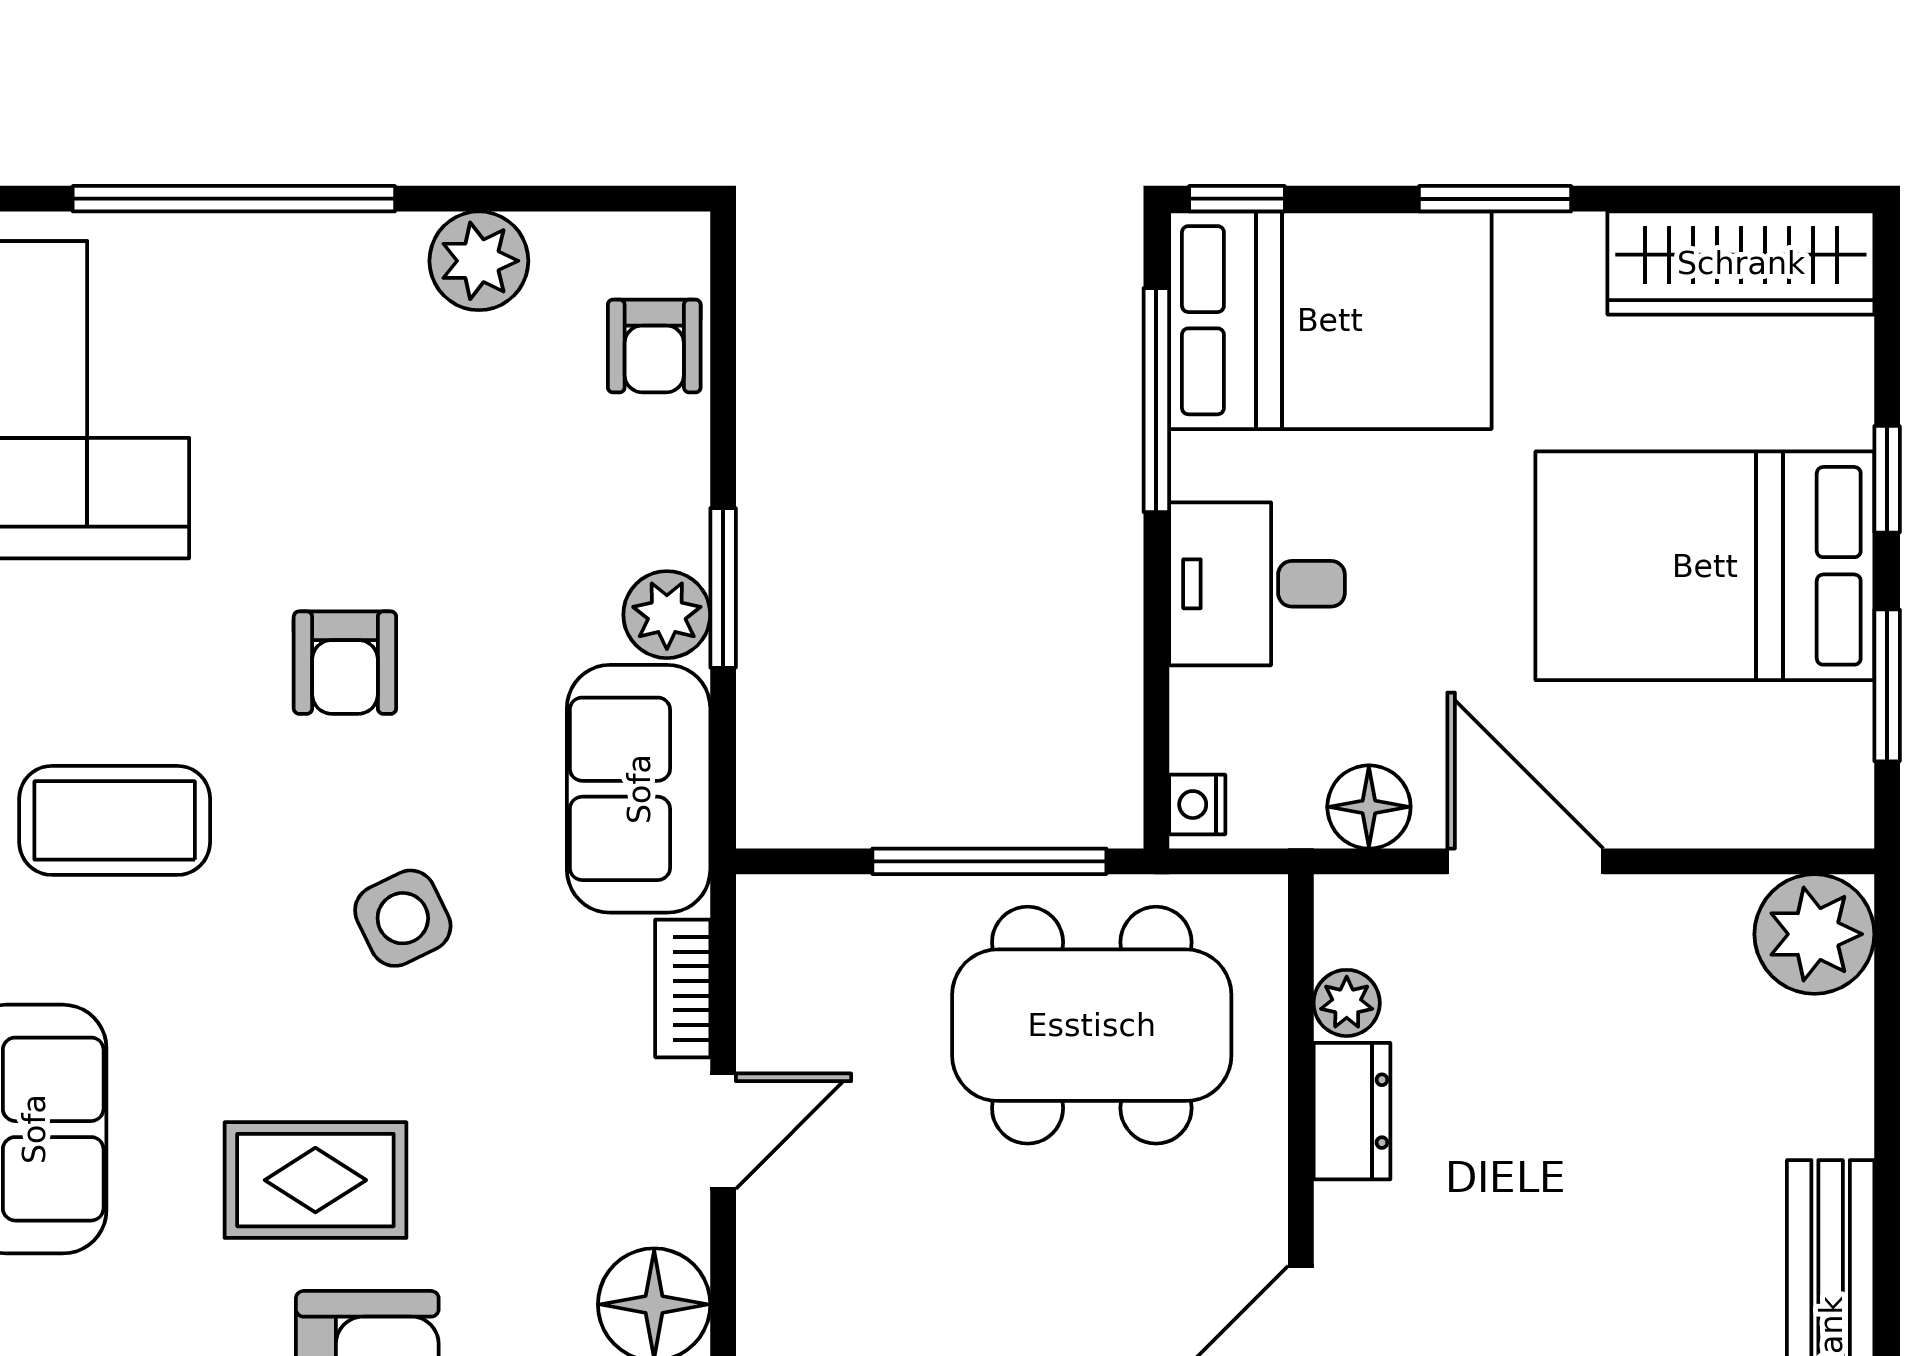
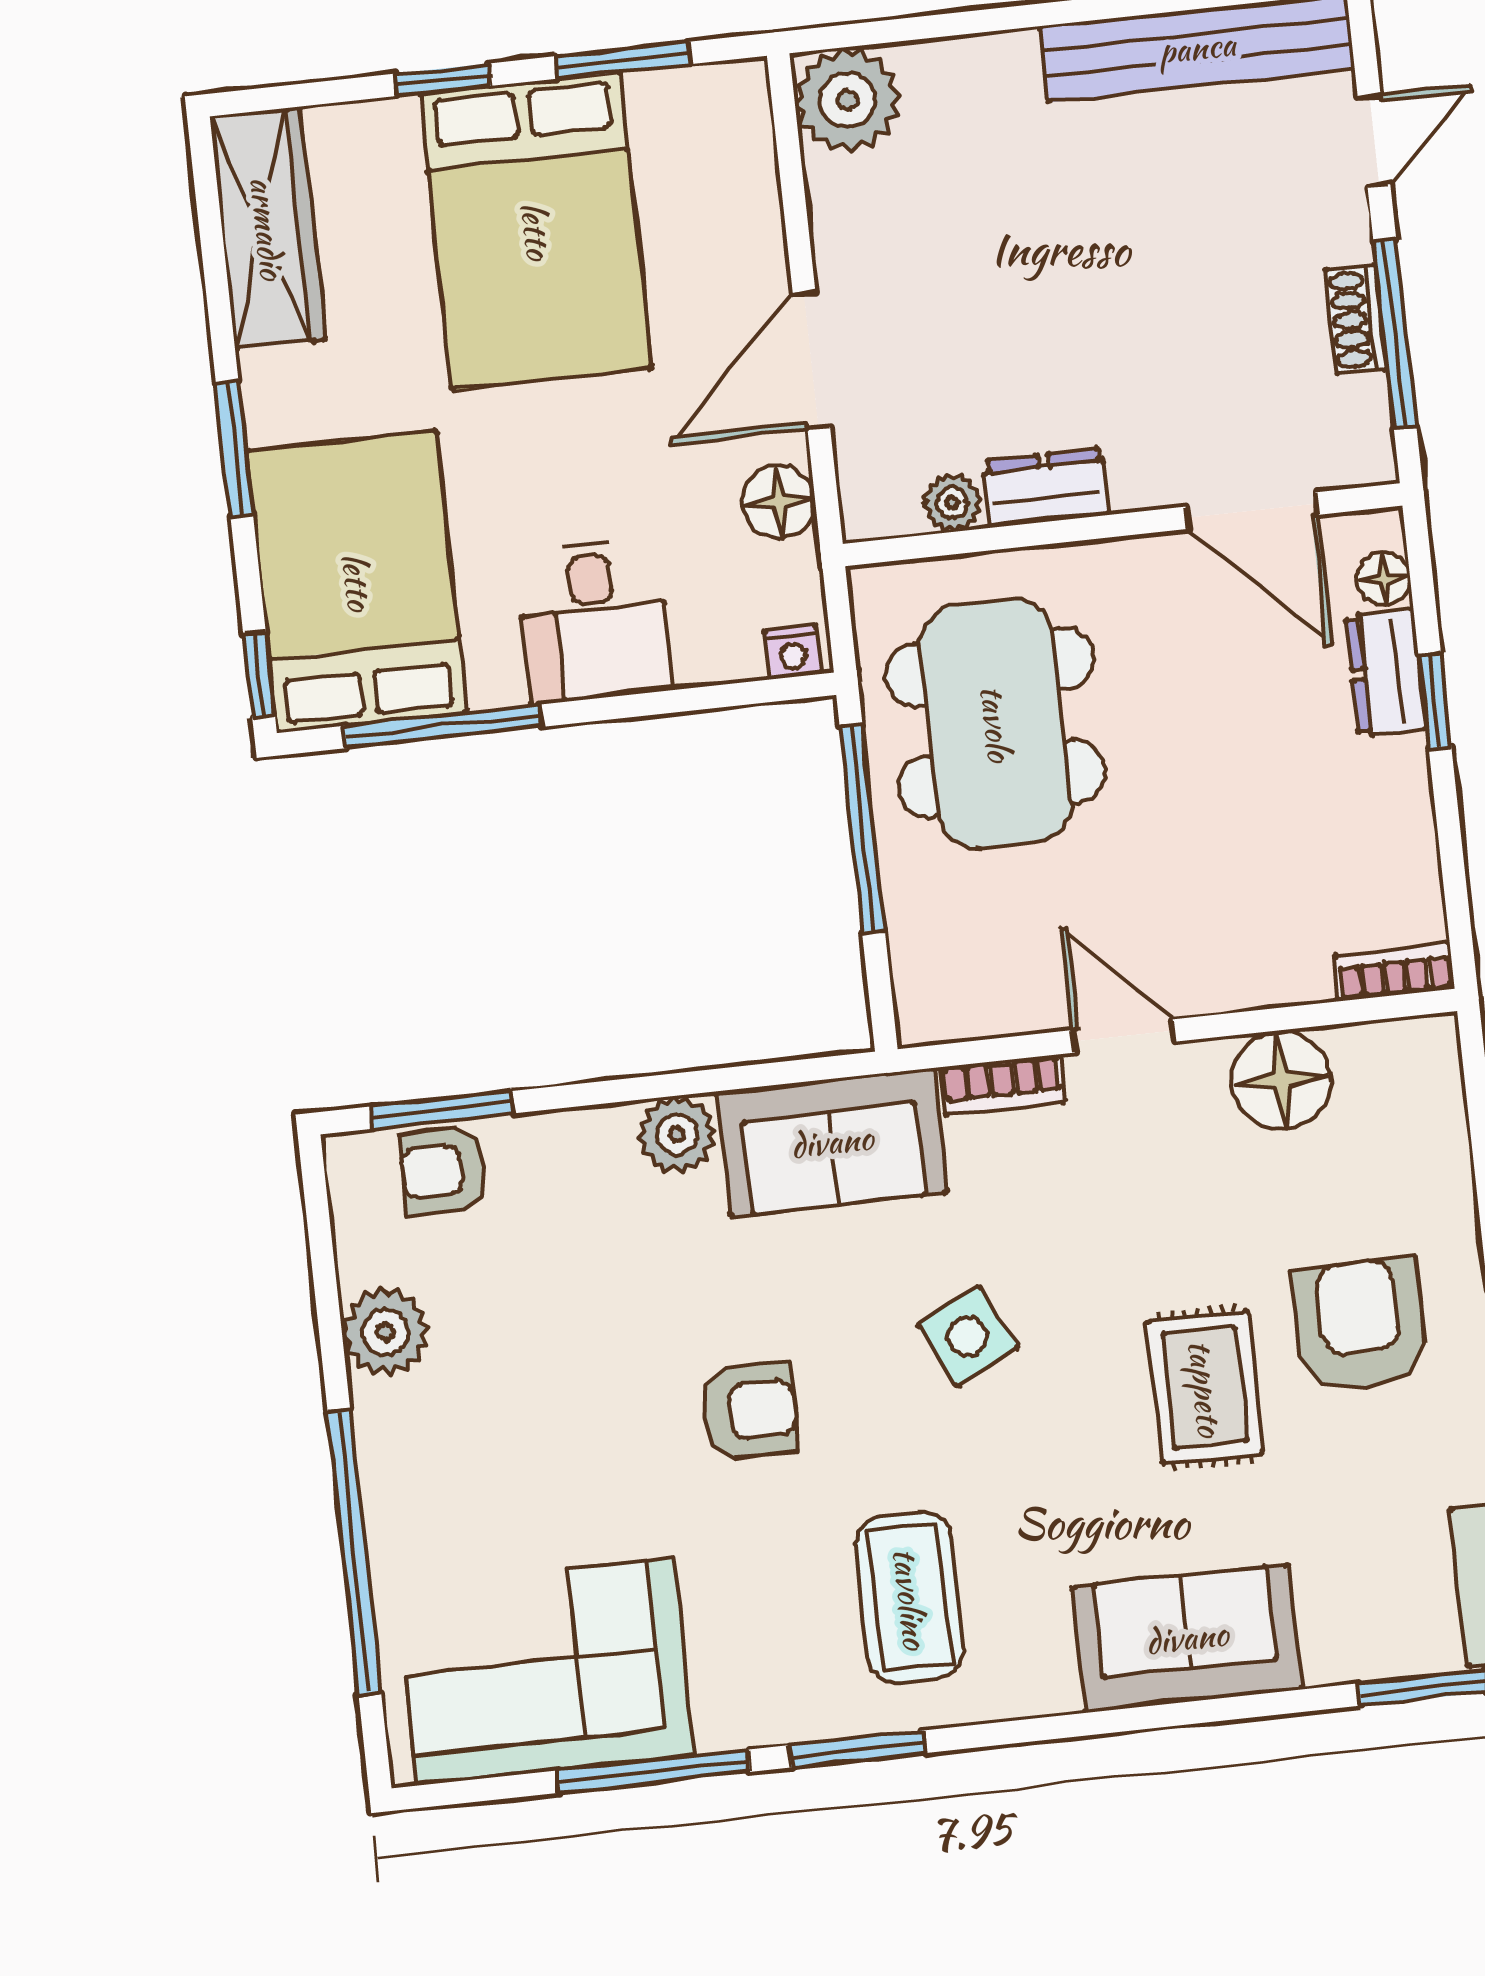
armchair: (654, 346) -> (443, 1171), turned 180
window: (723, 588) -> (443, 1110), moved

